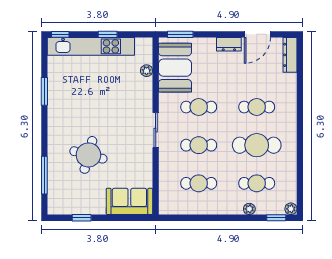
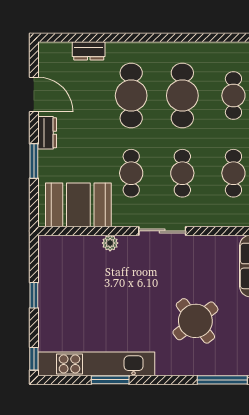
window: (180, 34) -> (34, 161), moved
kitchen unit: (91, 46) -> (96, 364), moved, turned -90
dresser: (290, 55) -> (89, 51), moved, width x0.70
plant: (147, 71) -> (110, 243), moved
cafe table: (257, 107) -> (131, 96), width x1.37, depth x1.35
round table: (88, 155) -> (195, 321), turned 37

